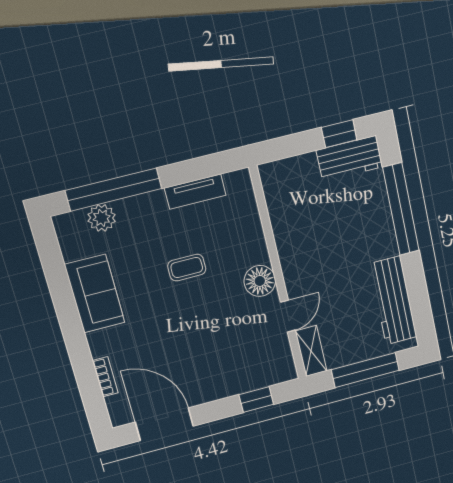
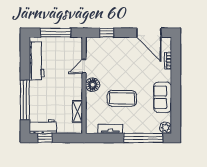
plant: (102, 218) -> (166, 128), moved
coffee table: (187, 268) -> (122, 98), width x1.86, depth x1.72
shelving: (311, 351) -> (78, 112), moved

